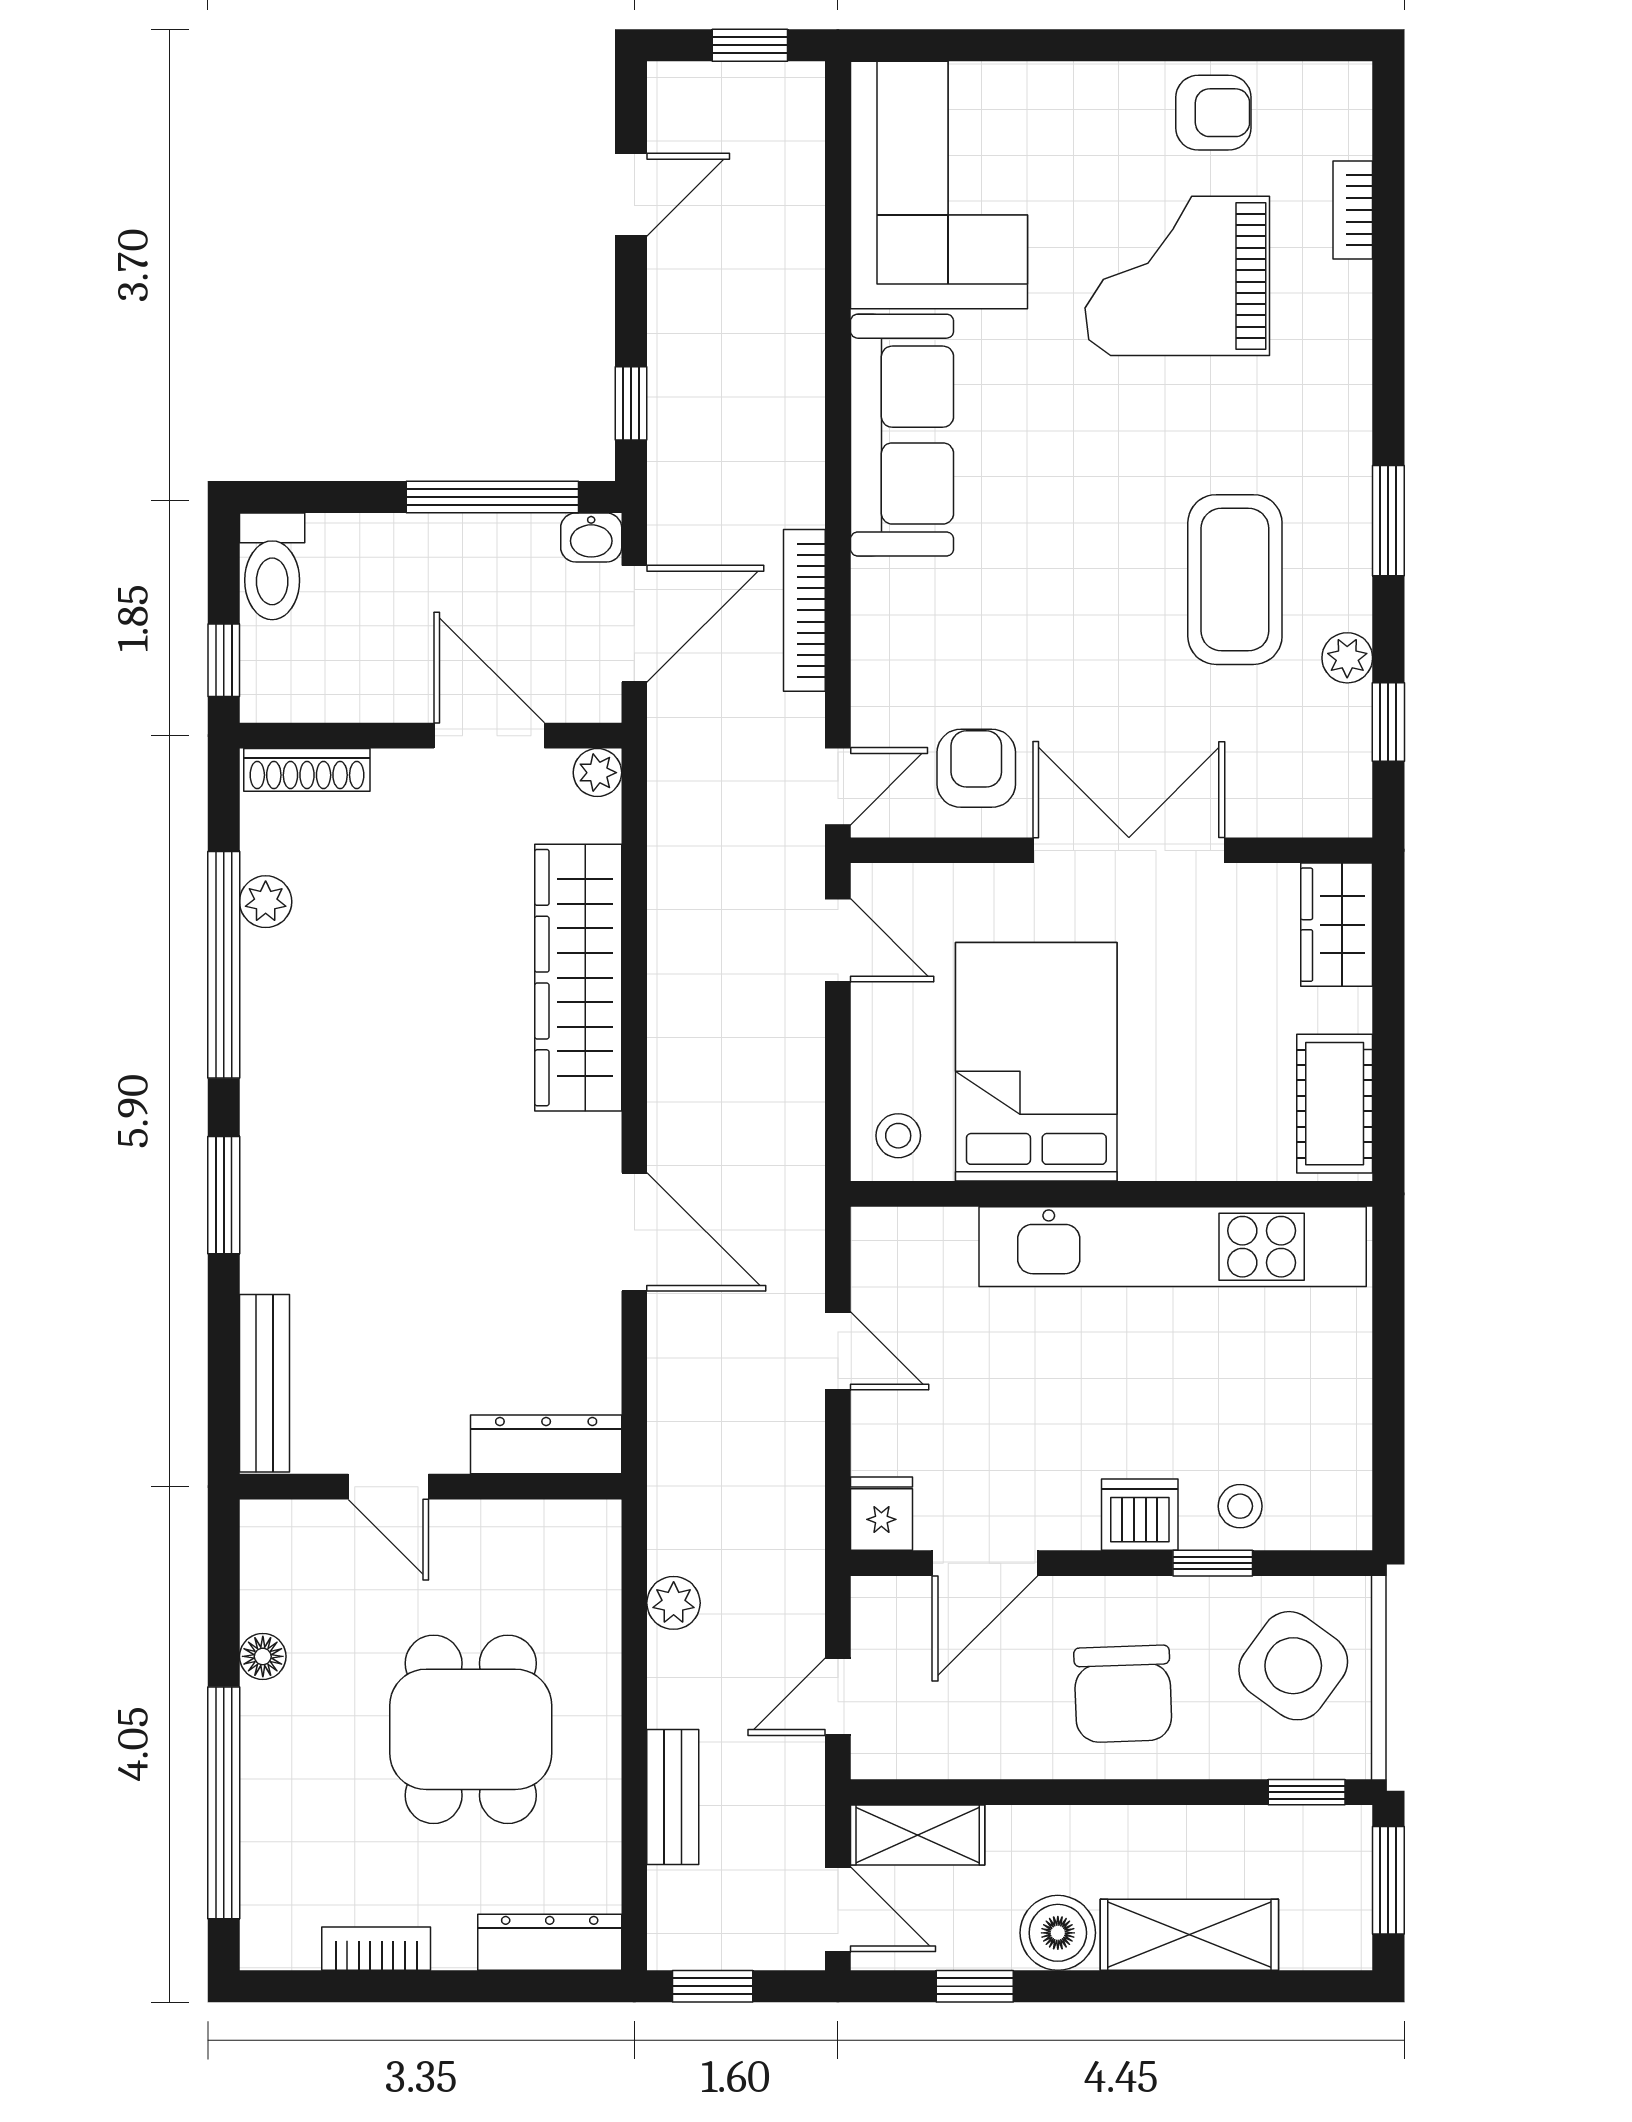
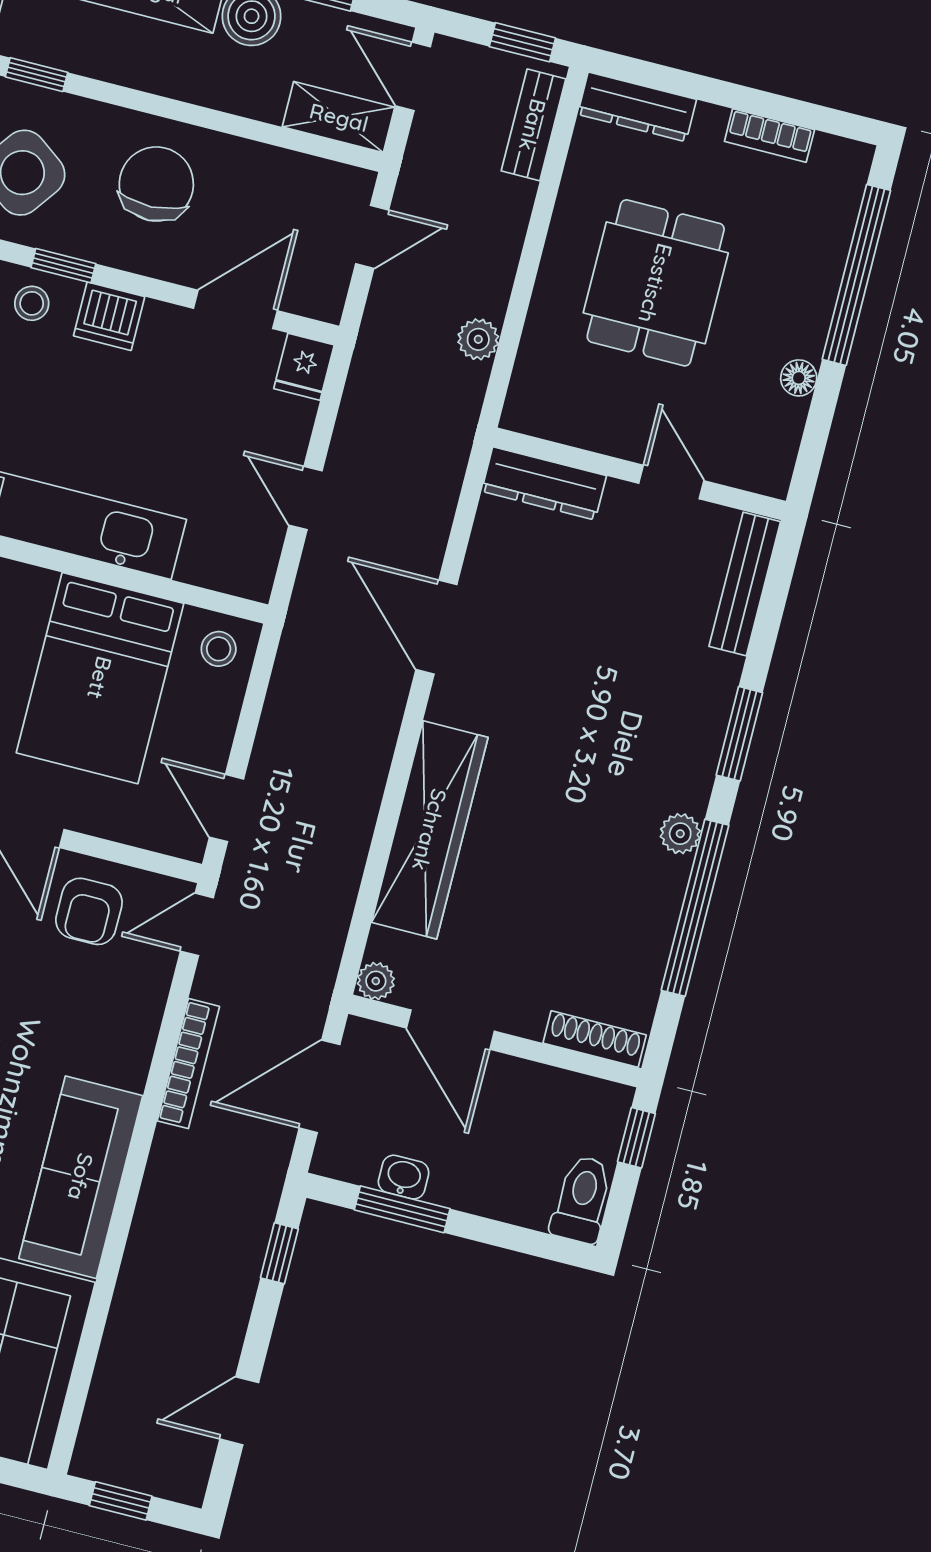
window: (492, 497) -> (402, 1209), width x0.69
washbasin: (591, 537) -> (404, 1177), moved
plant: (266, 902) -> (680, 834), moved
bench: (673, 1797) -> (533, 125), moved

